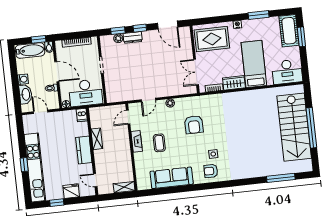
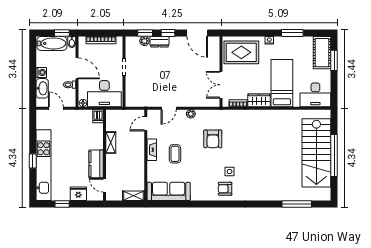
kitchen counter: (84, 150) -> (96, 164), moved
sofa: (172, 178) -> (169, 191), moved

